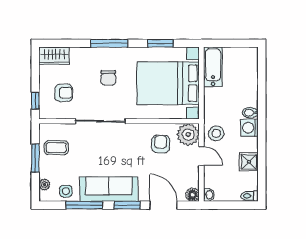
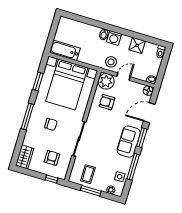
sofa: (109, 189) -> (129, 142), width x0.73

